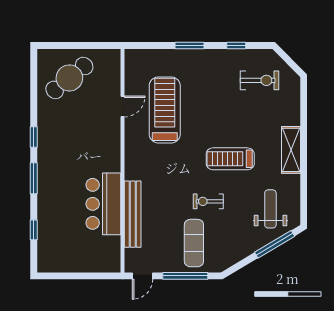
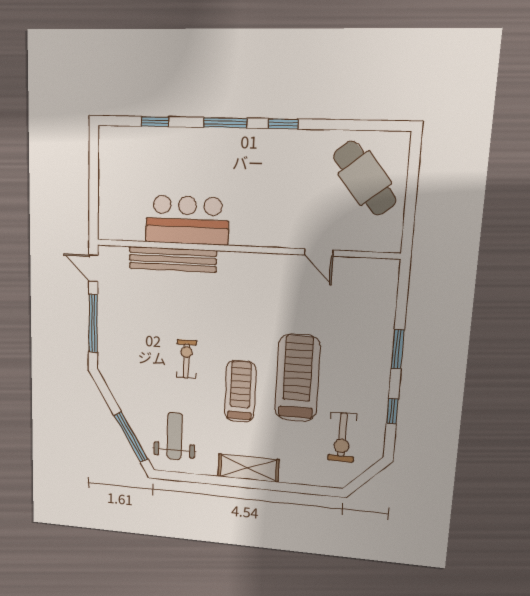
treadmill: (165, 110) -> (297, 378), moved, turned -90
weight bench: (270, 209) -> (175, 436), turned -90
exercise mat: (194, 243) -> (134, 337), removed

